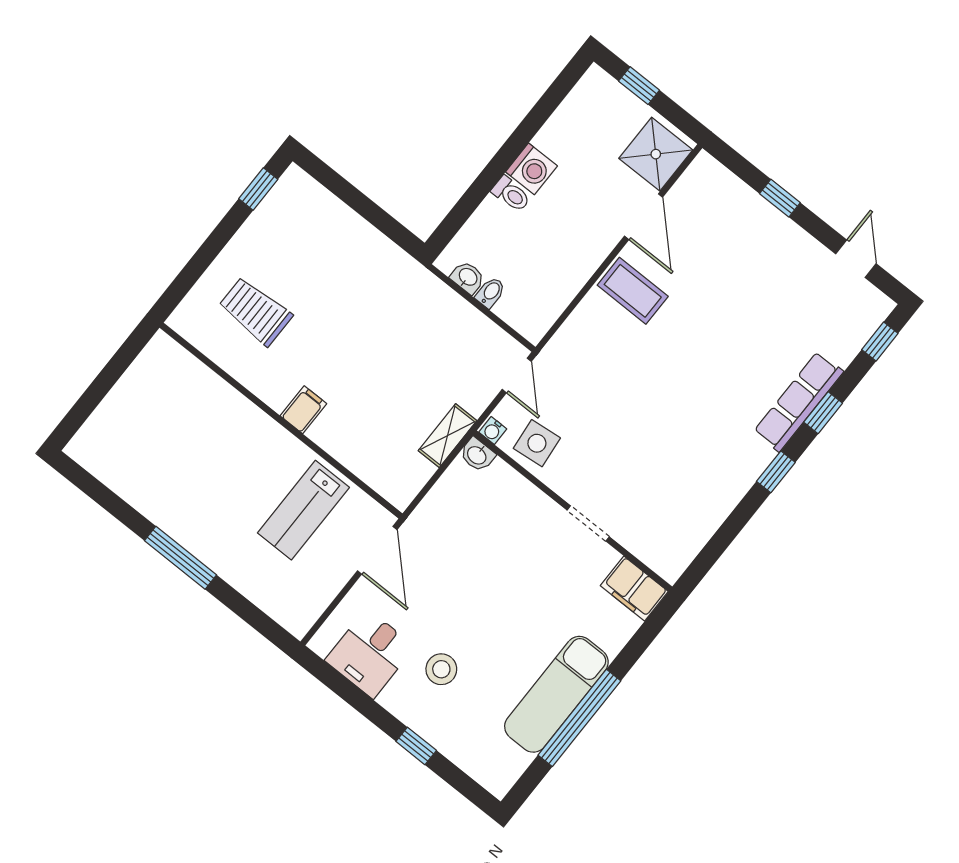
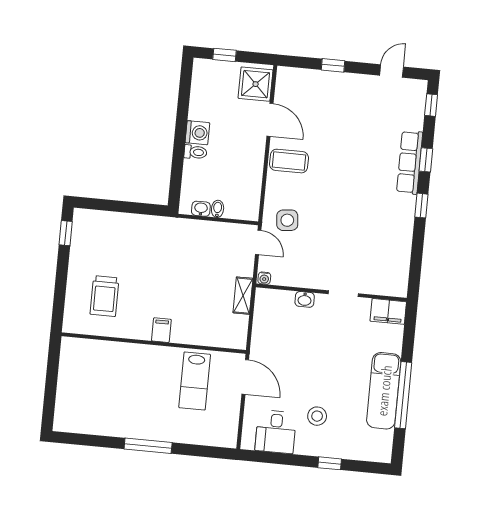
door: (856, 259) -> (392, 71), hinge flipped
trolley: (255, 311) -> (105, 296), turned -90
side table: (537, 443) -> (287, 220), moved
washbasin: (477, 455) -> (305, 299), moved

